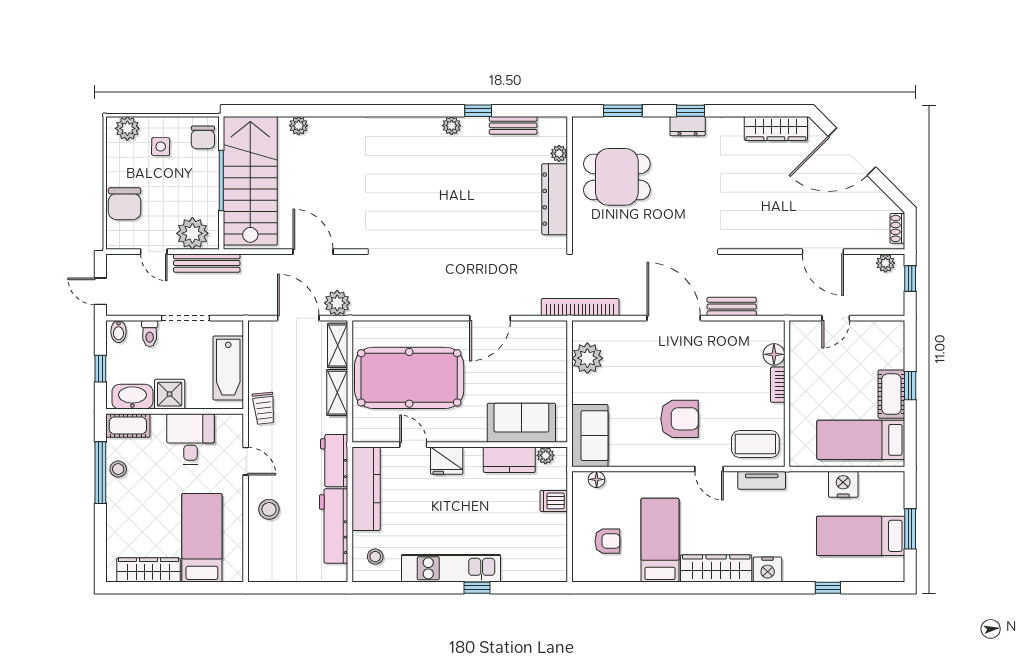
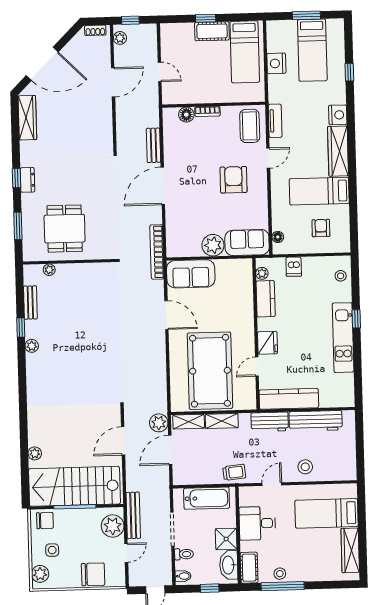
door: (852, 152) -> (42, 64), hinge flipped
dresser: (555, 199) -> (81, 272), removed
plant: (587, 358) -> (213, 245), moved
sofa: (521, 423) -> (191, 274), moved, turned -90
stool: (375, 557) -> (341, 276), moved

